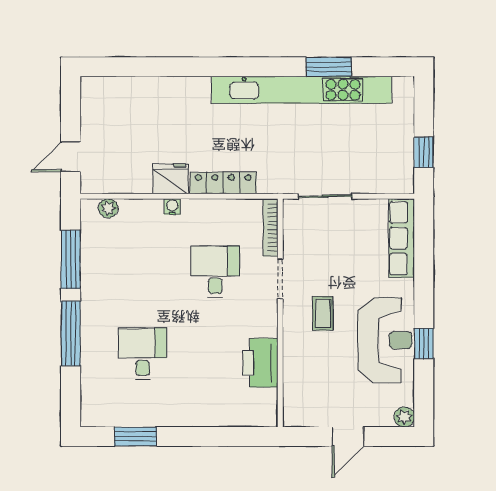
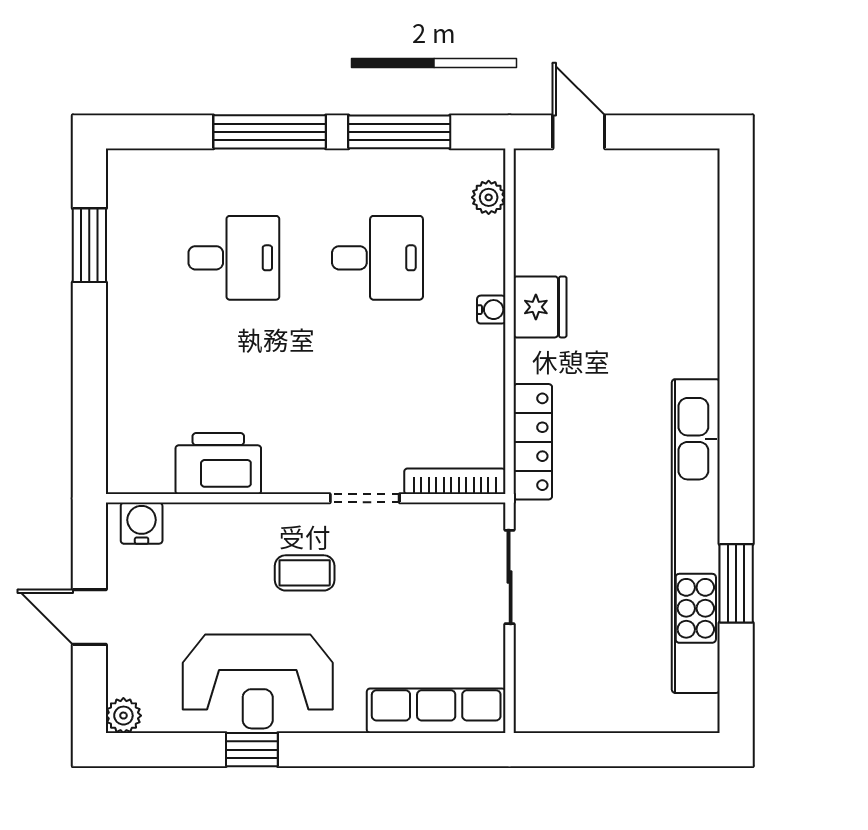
window: (424, 152) -> (586, 750), removed
locker: (223, 183) -> (533, 442), moved
desk: (215, 272) -> (377, 258), moved
water cooler: (294, 407) -> (142, 523), added

